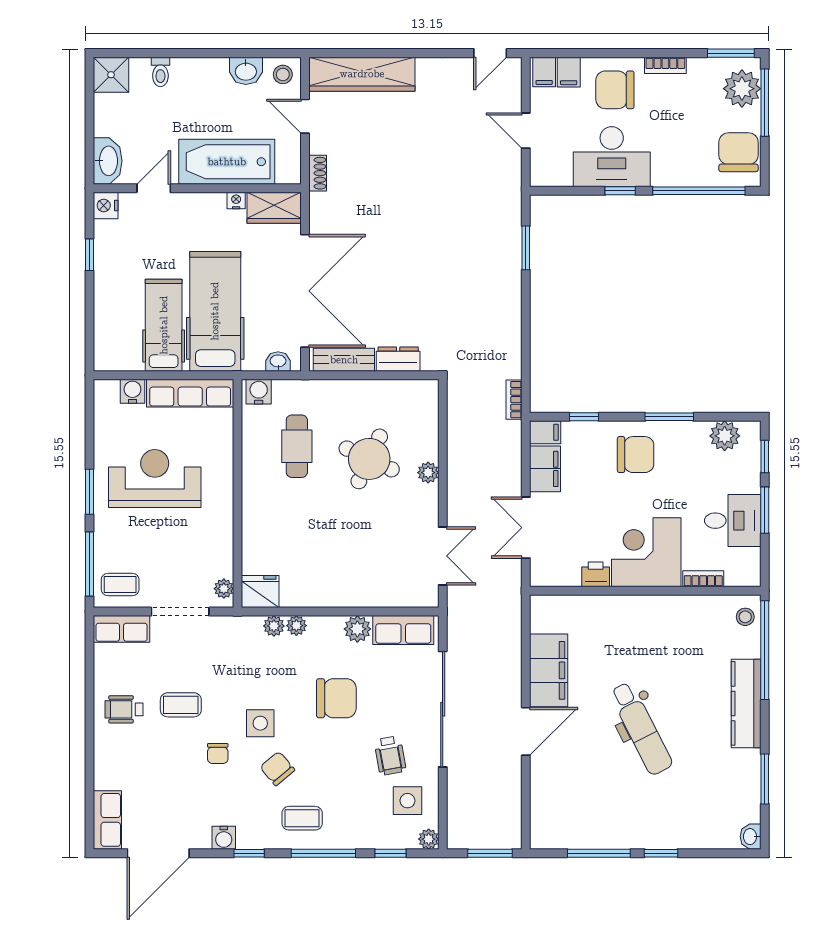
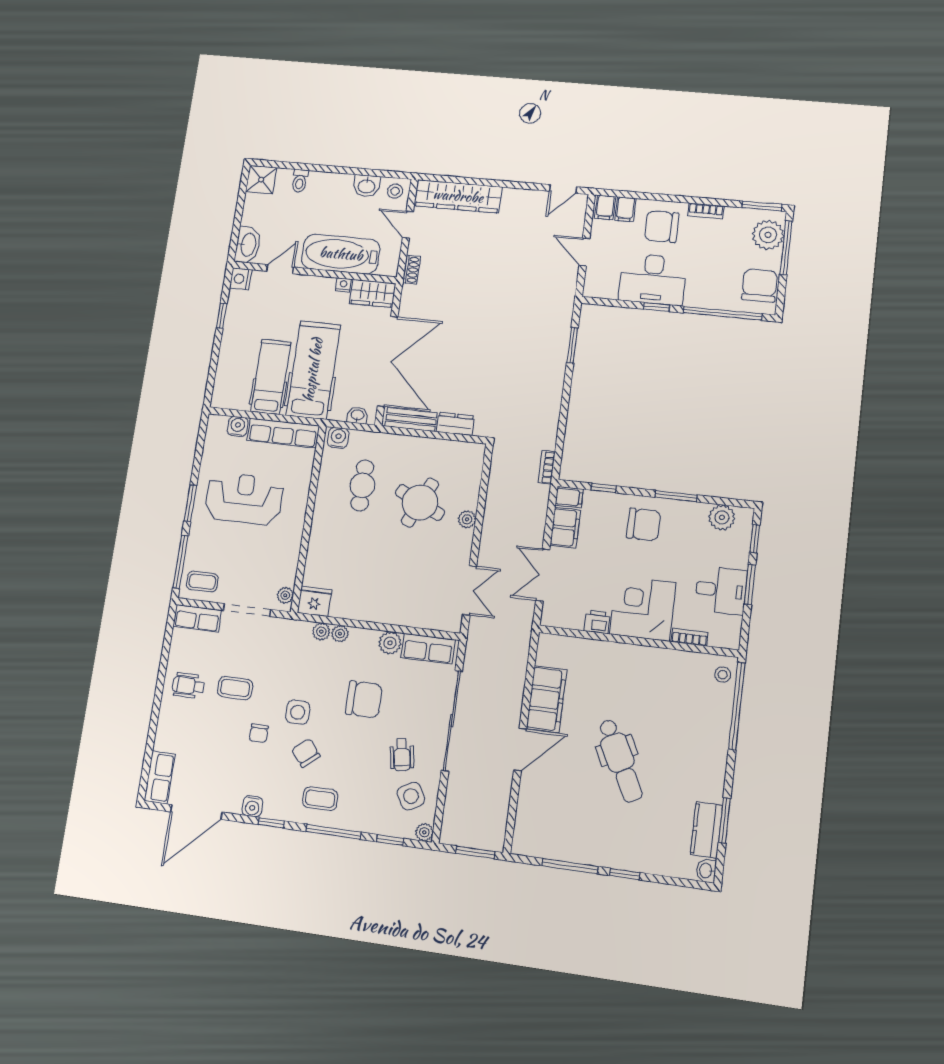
kitchen counter: (746, 703) -> (707, 830), moved, width x0.67
side table: (407, 801) -> (411, 796), turned -30

